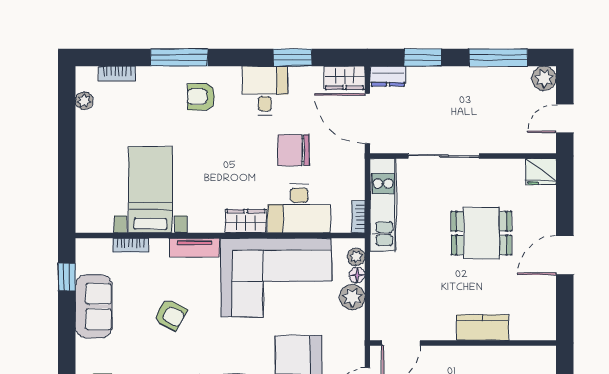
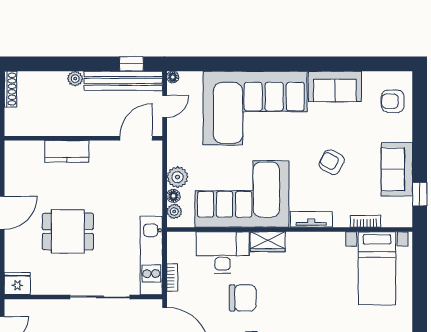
chair: (293, 150) -> (243, 298), moved
bed with nightstands: (150, 190) -> (377, 268), moved
bookcase: (358, 217) -> (172, 277), moved

